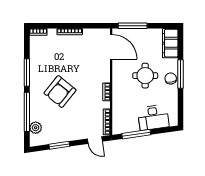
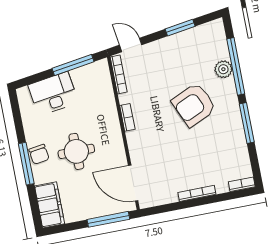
armchair: (60, 92) -> (194, 105), turned -153
plant: (36, 128) -> (223, 69), moved

